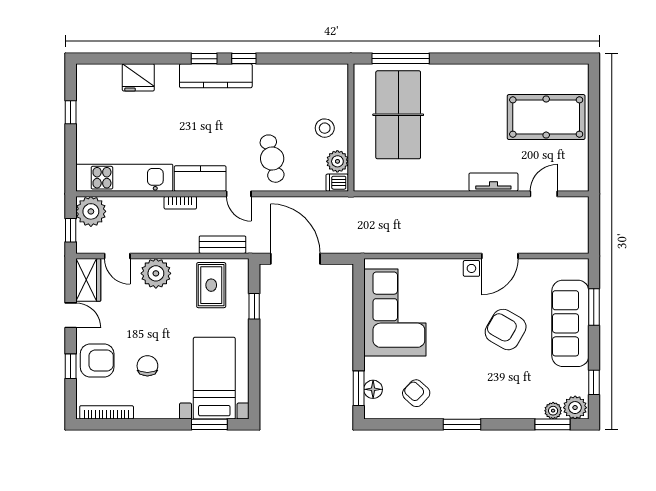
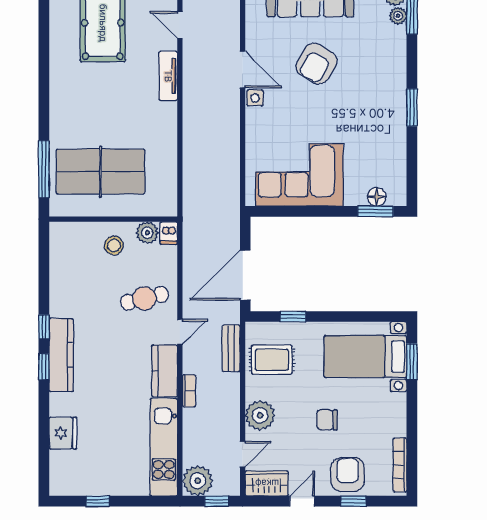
chair: (147, 366) -> (327, 420), moved
armchair: (416, 393) -> (380, 153), removed

